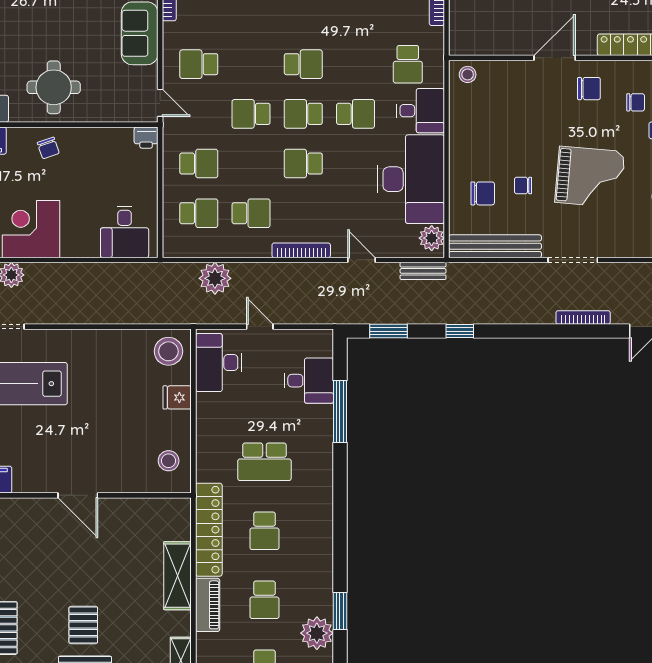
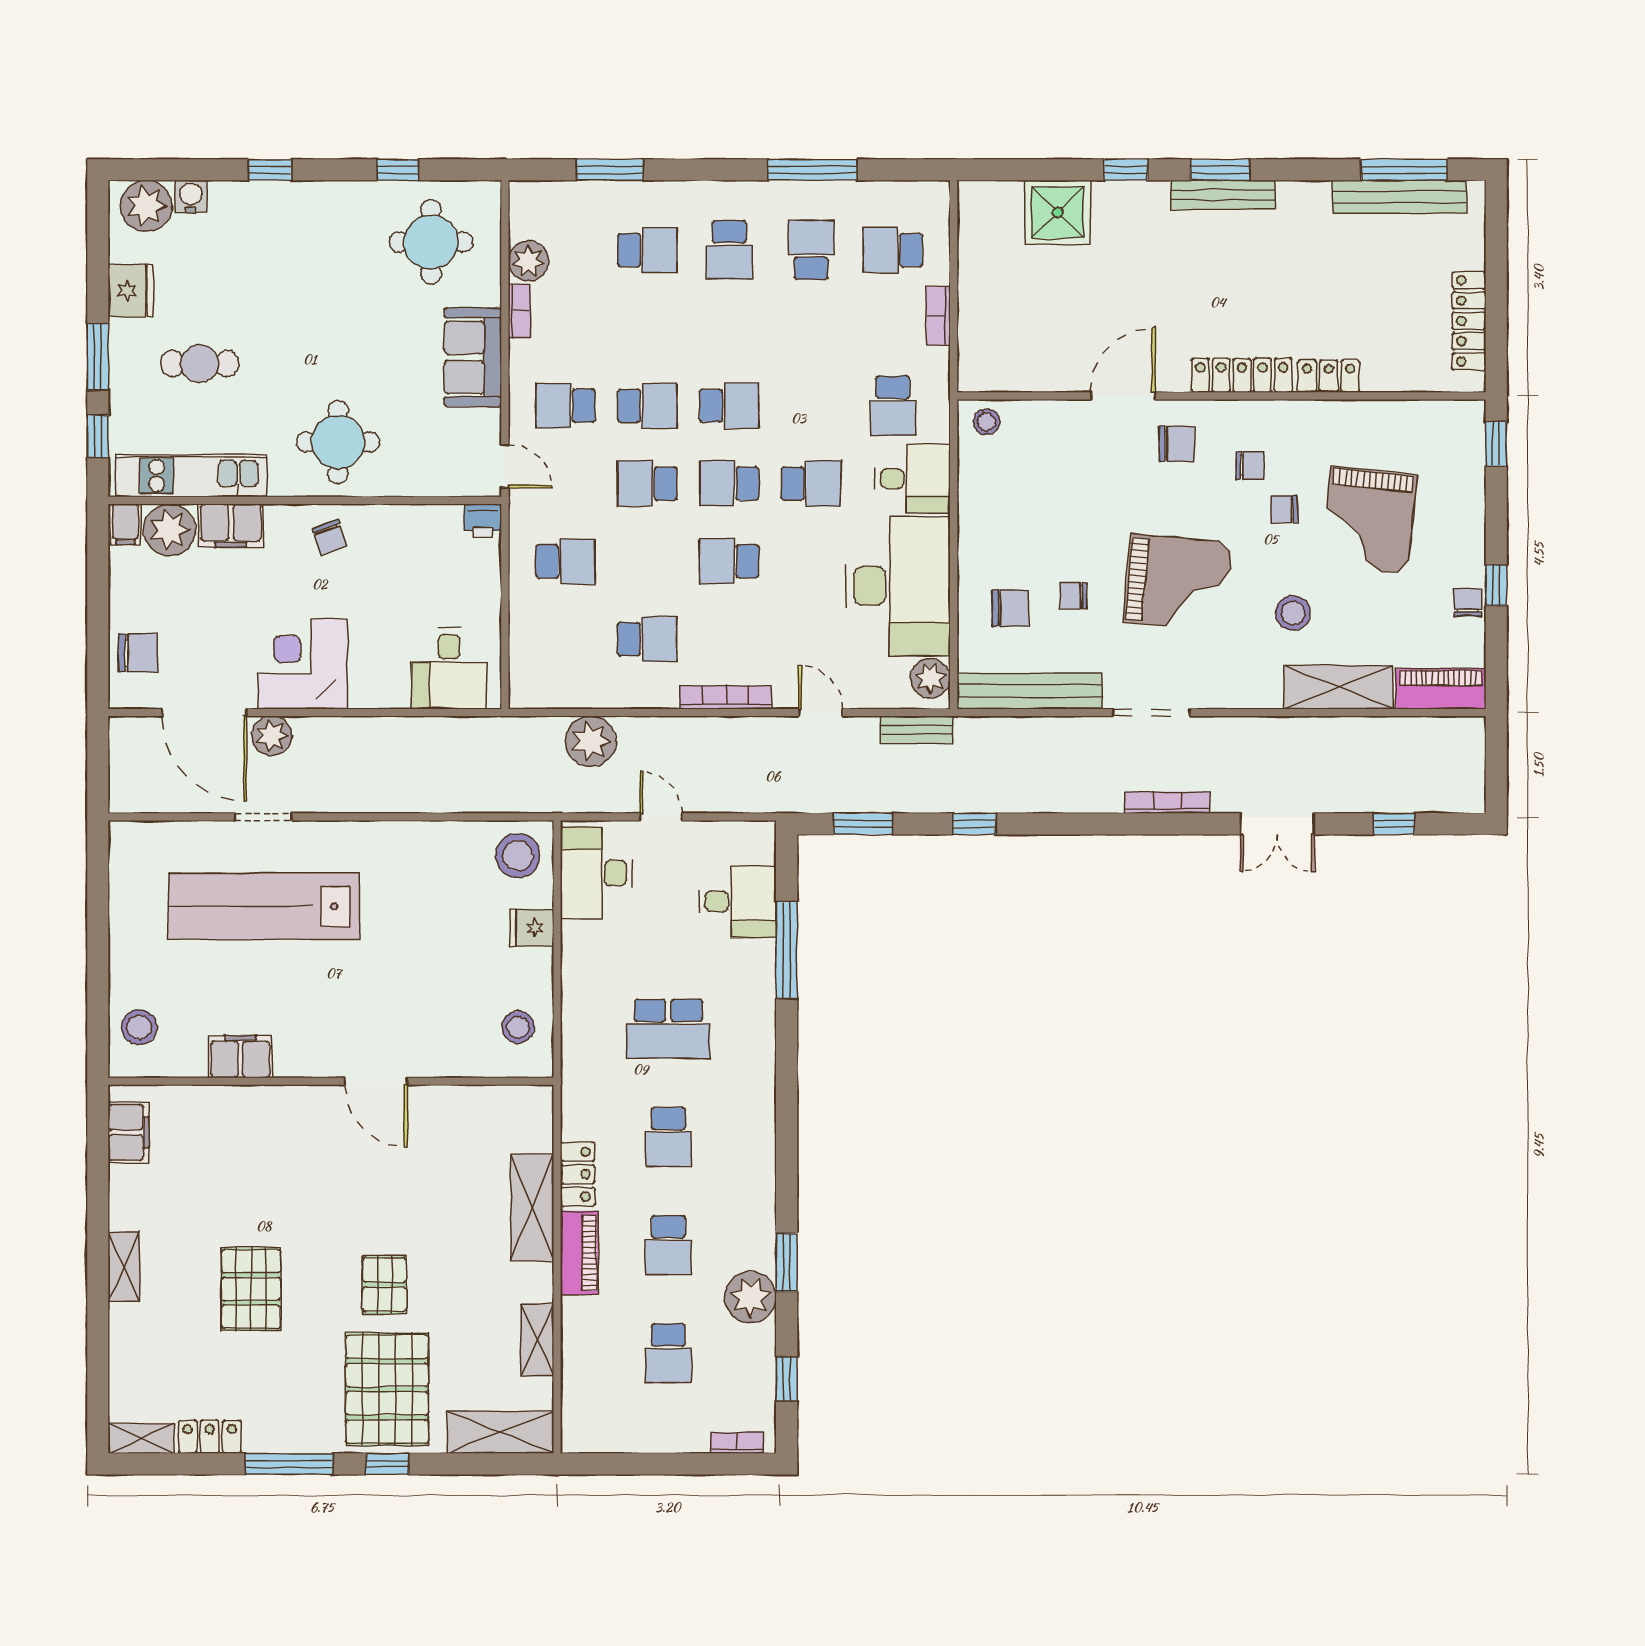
school desk: (199, 213) -> (647, 406), moved
locker: (209, 530) -> (578, 1174), width x0.46, depth x0.83

